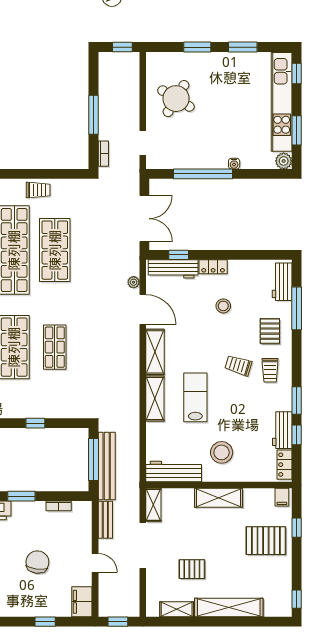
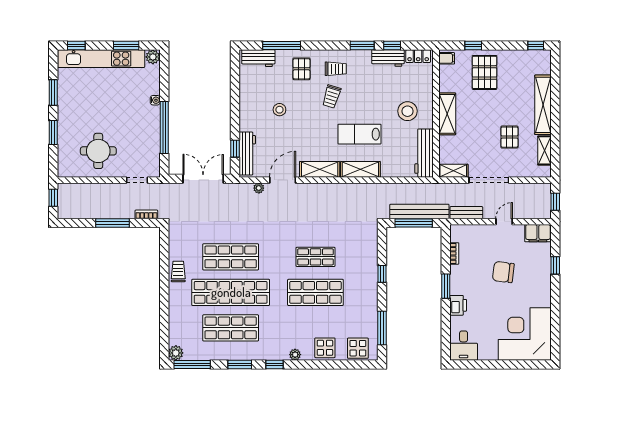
round table: (176, 99) -> (98, 151), turned -31
locker: (213, 267) -> (245, 119), removed
pallet: (270, 331) -> (301, 69), turned 90

